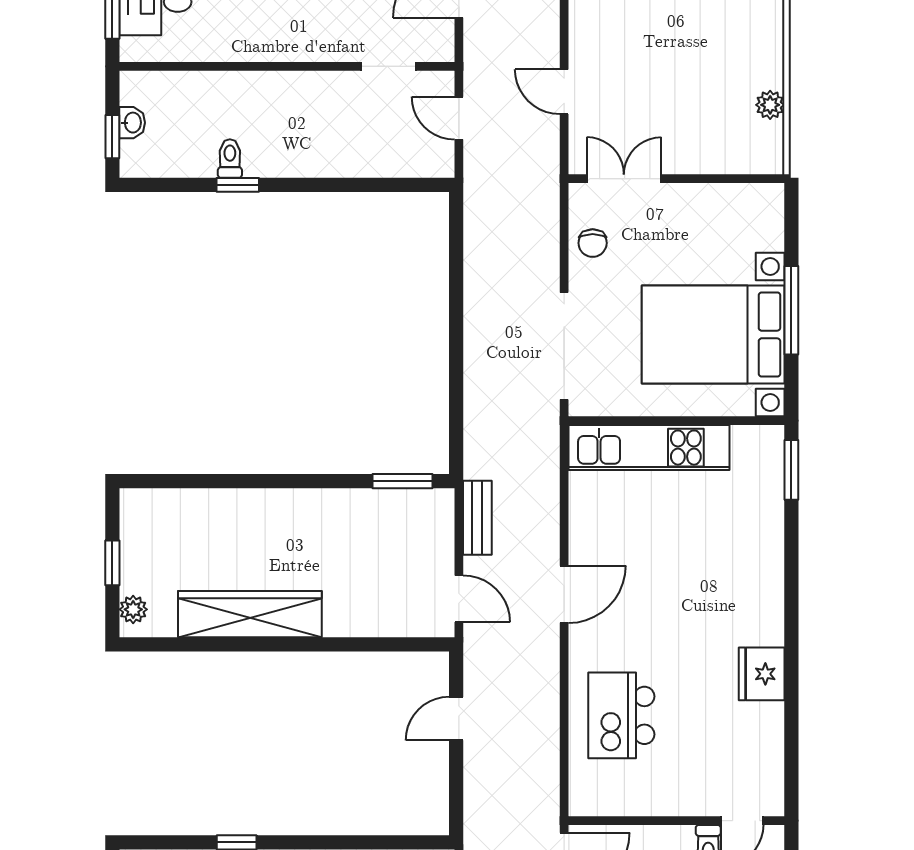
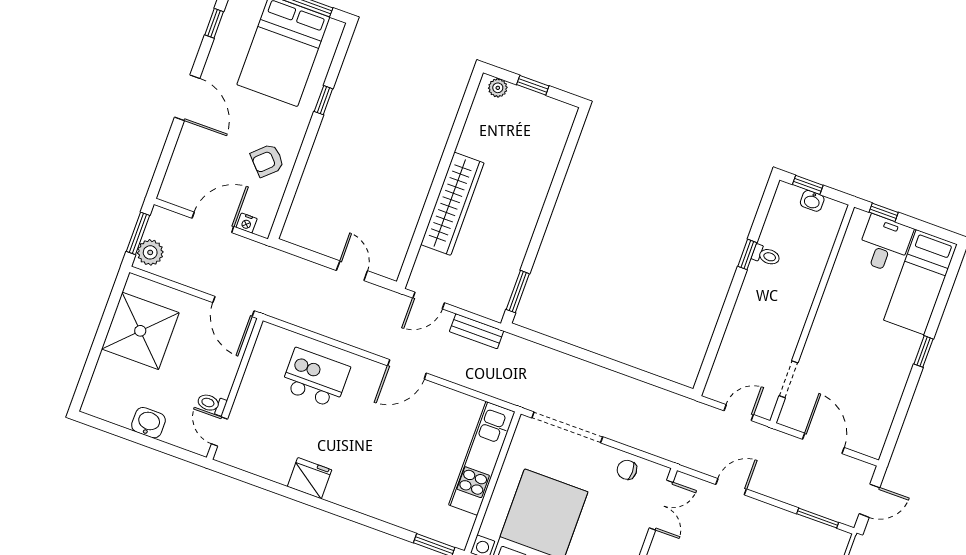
door: (564, 594) -> (407, 369), hinge flipped
wardrobe: (250, 614) -> (452, 204), moved

